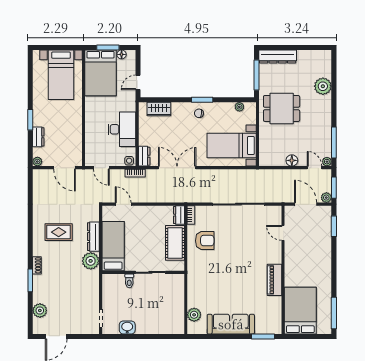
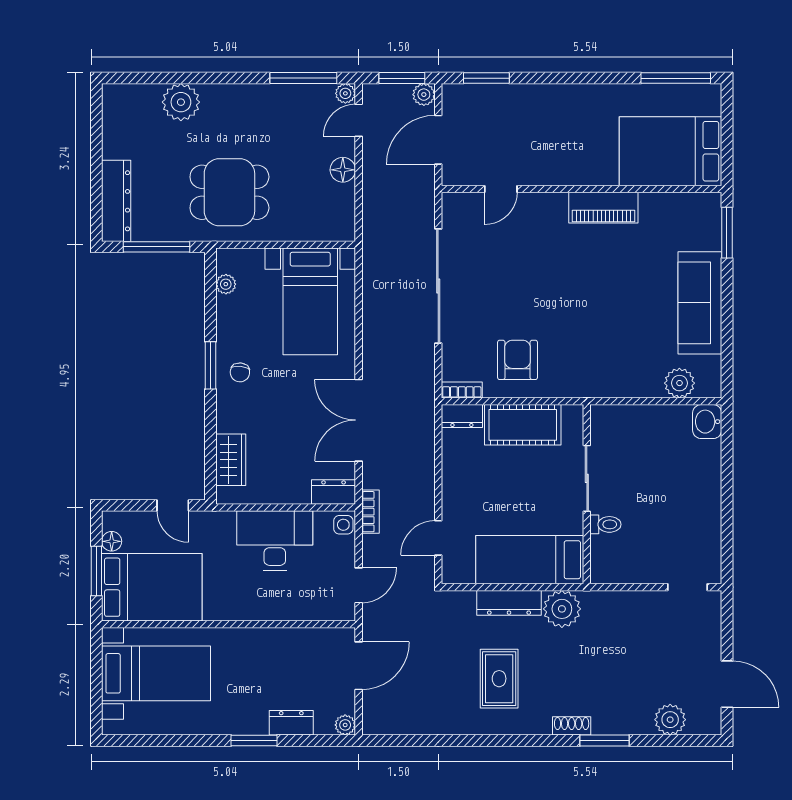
dining table: (282, 108) -> (229, 192), turned 90
washbasin: (127, 327) -> (707, 422), moved

